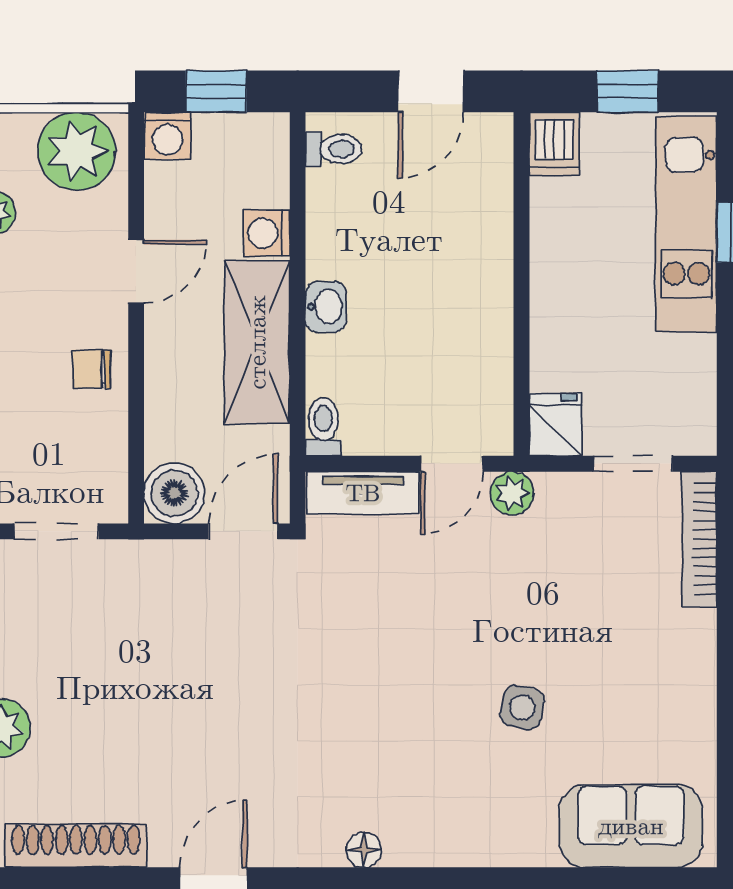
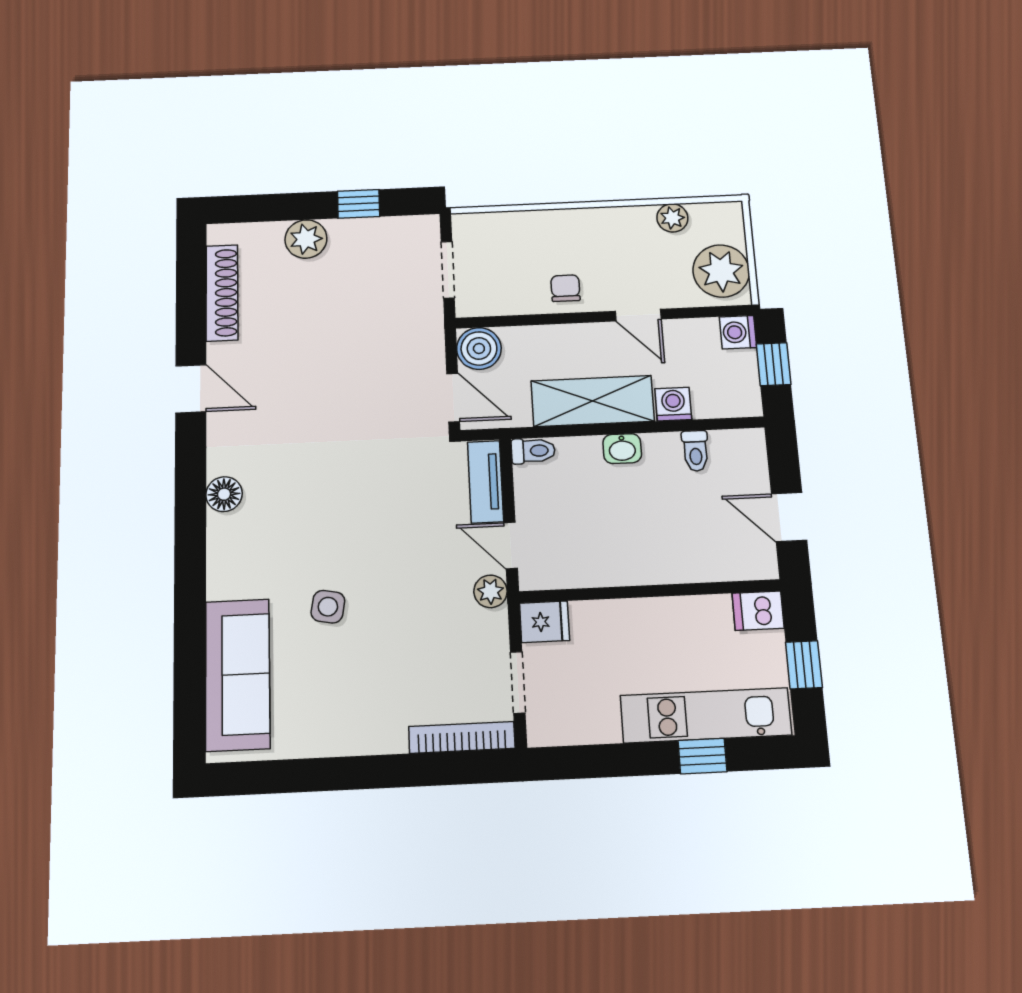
toilet: (334, 149) -> (695, 451), moved
sofa: (631, 826) -> (238, 674), width x1.36
floor lamp: (364, 850) -> (224, 494), width x1.37, depth x1.37

